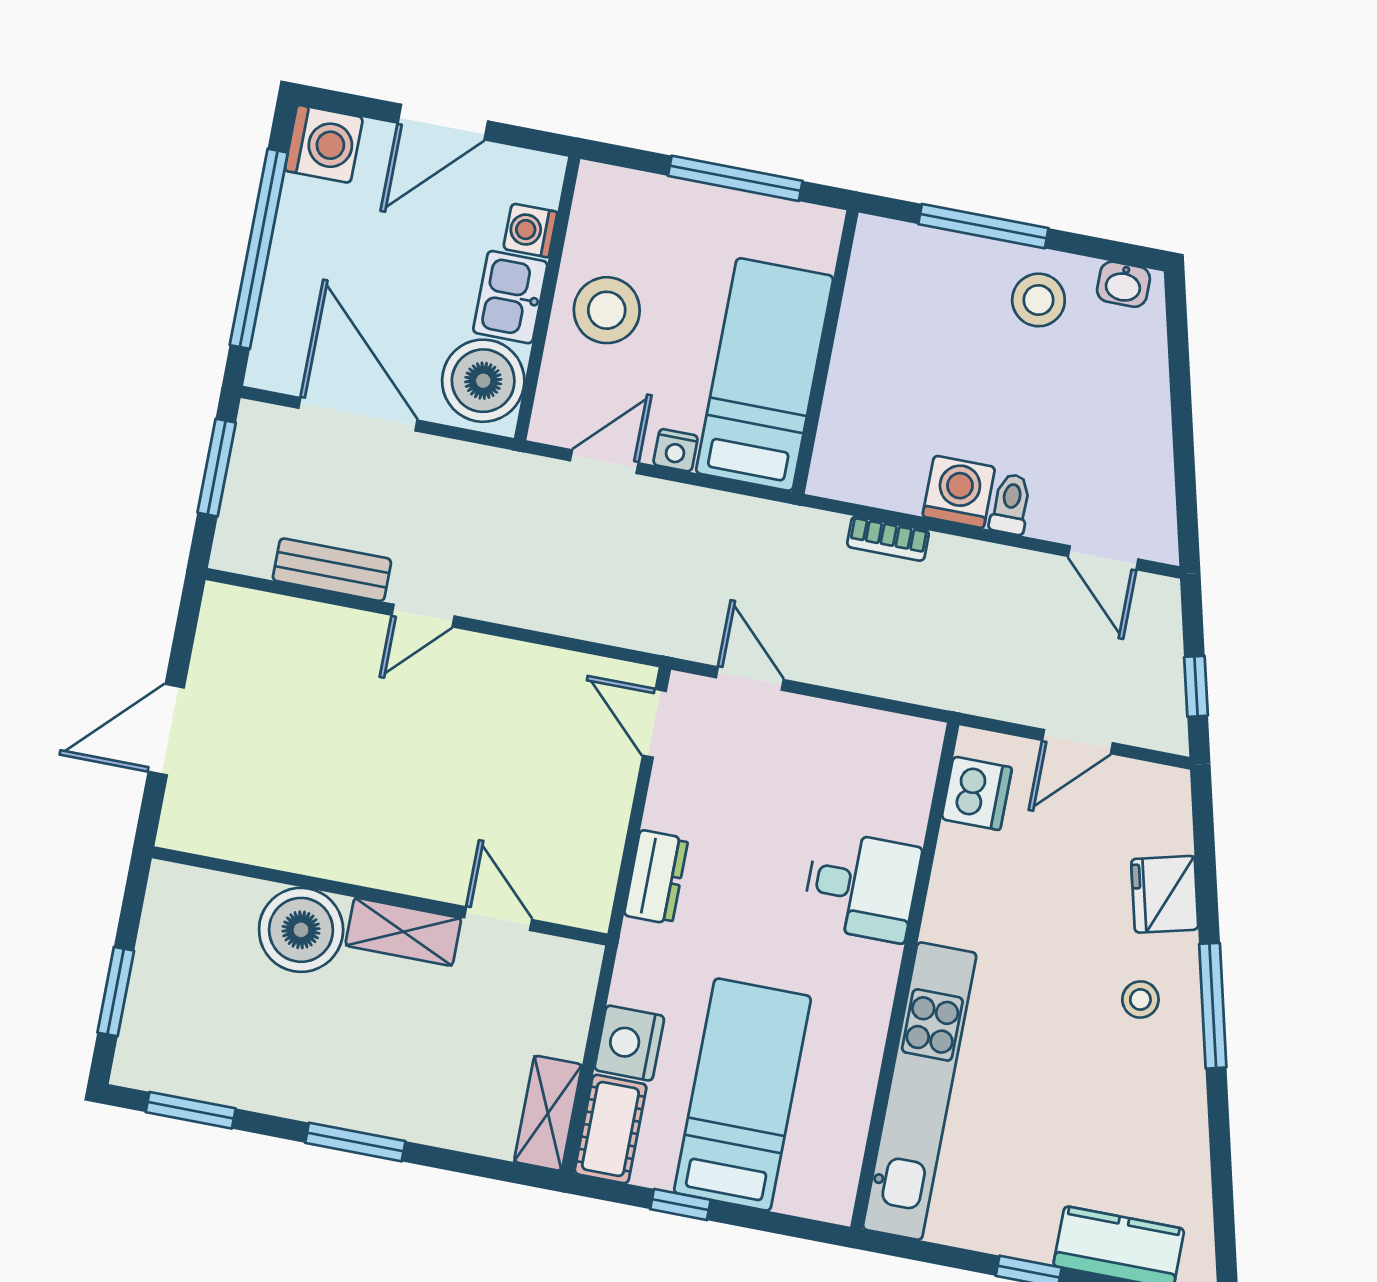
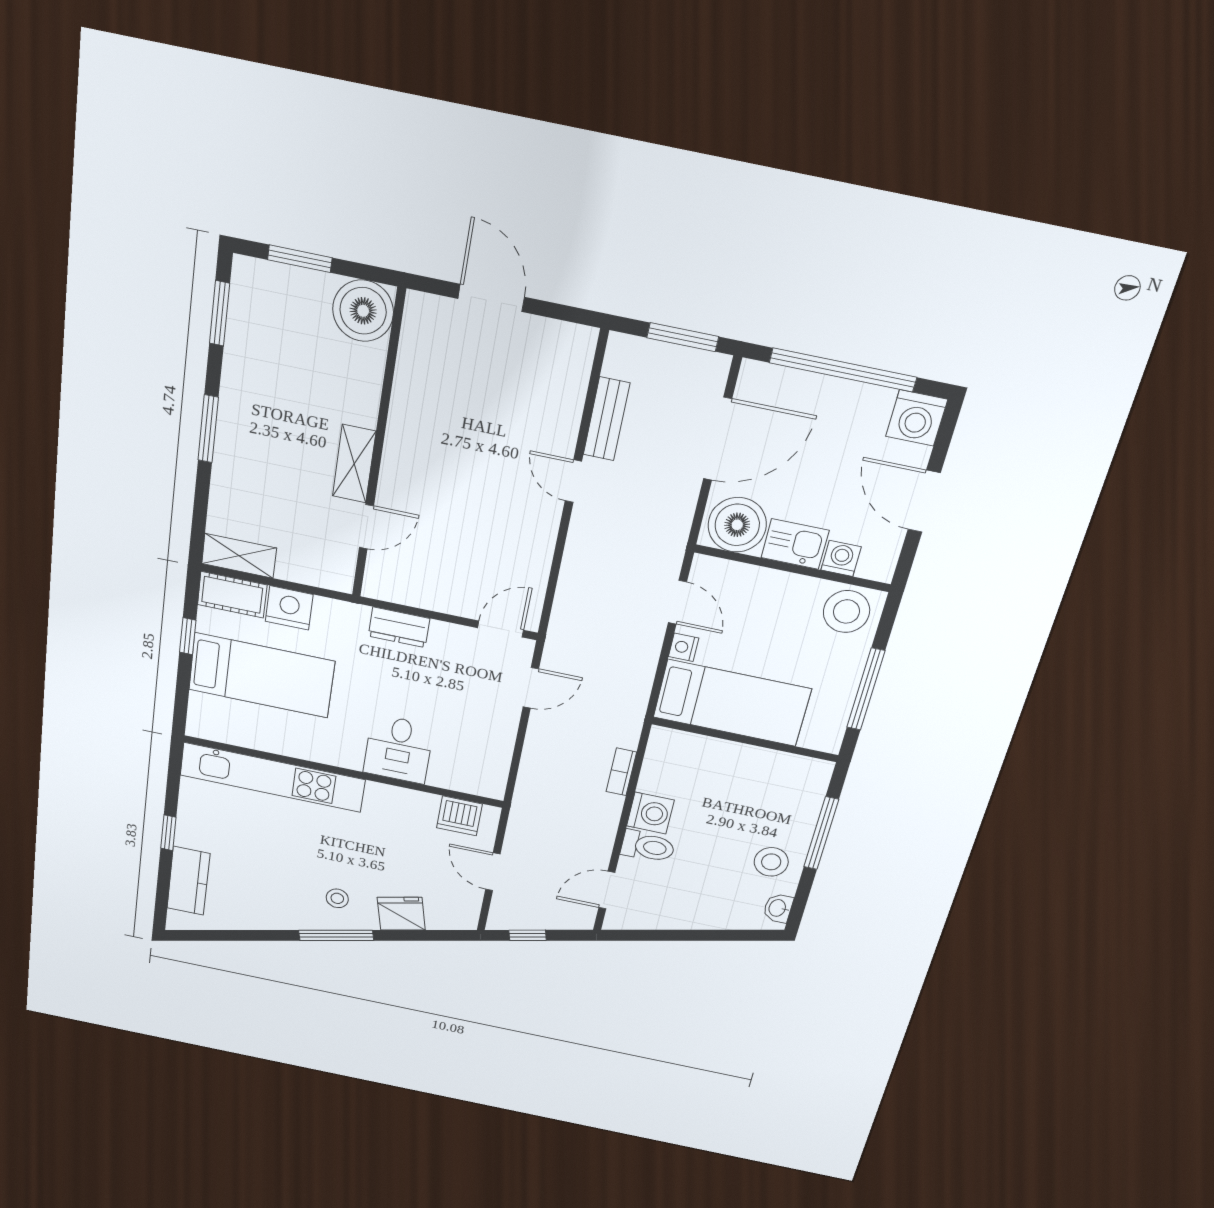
stool: (607, 310) -> (846, 612), moved
toilet: (1011, 504) -> (648, 846), width x1.37, depth x1.39
boiler: (301, 930) -> (363, 311), moved

